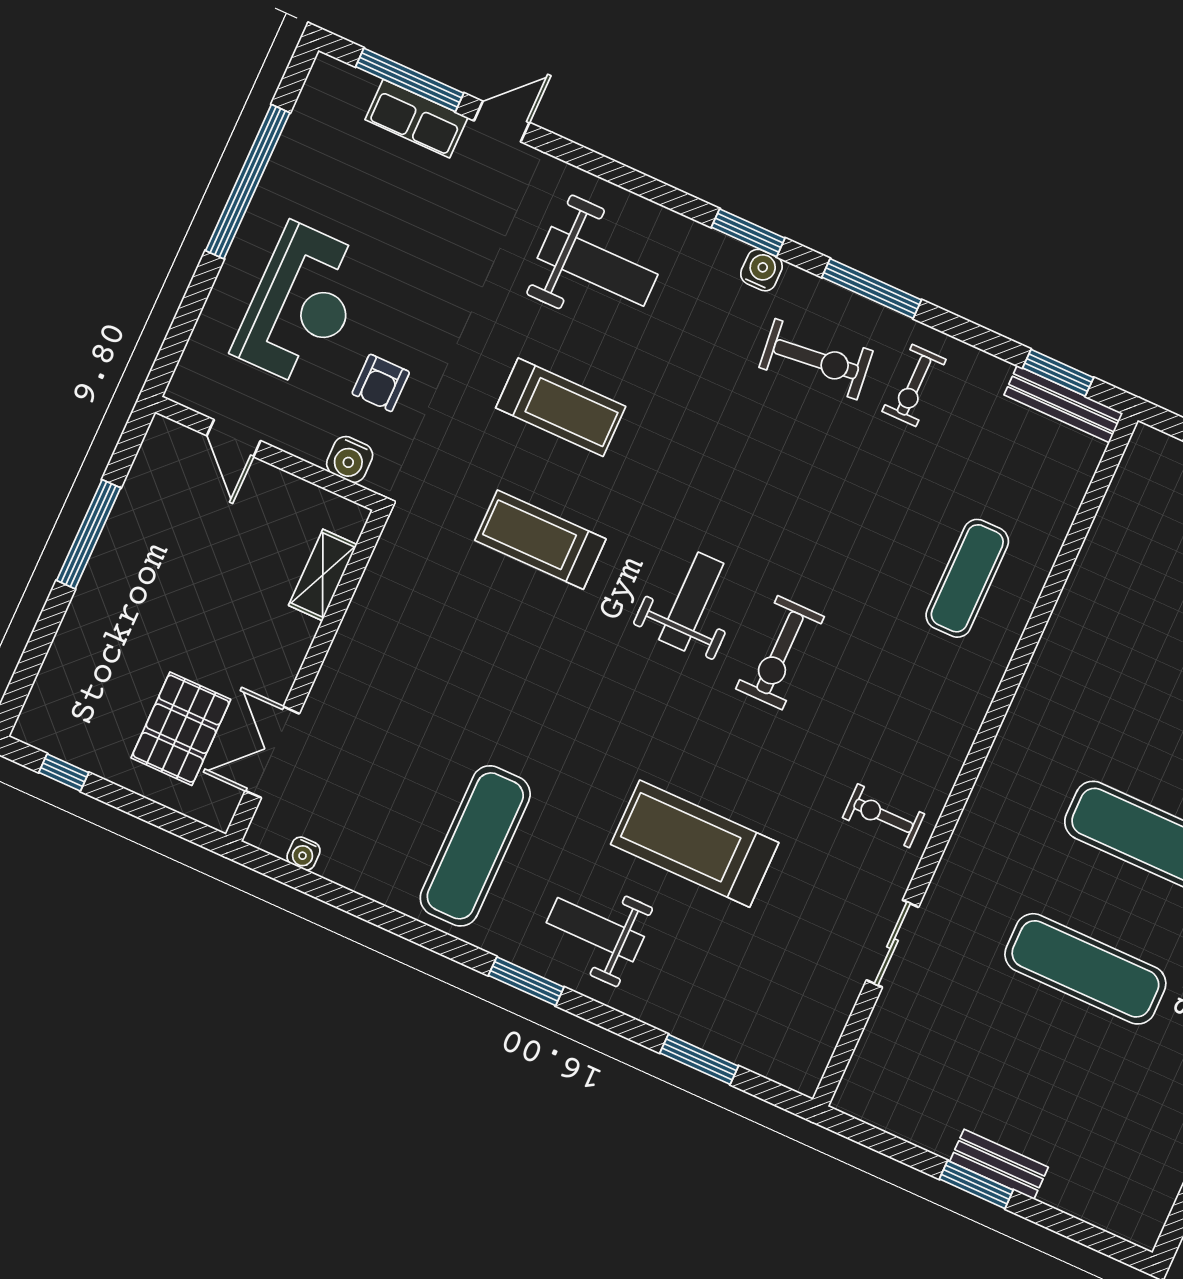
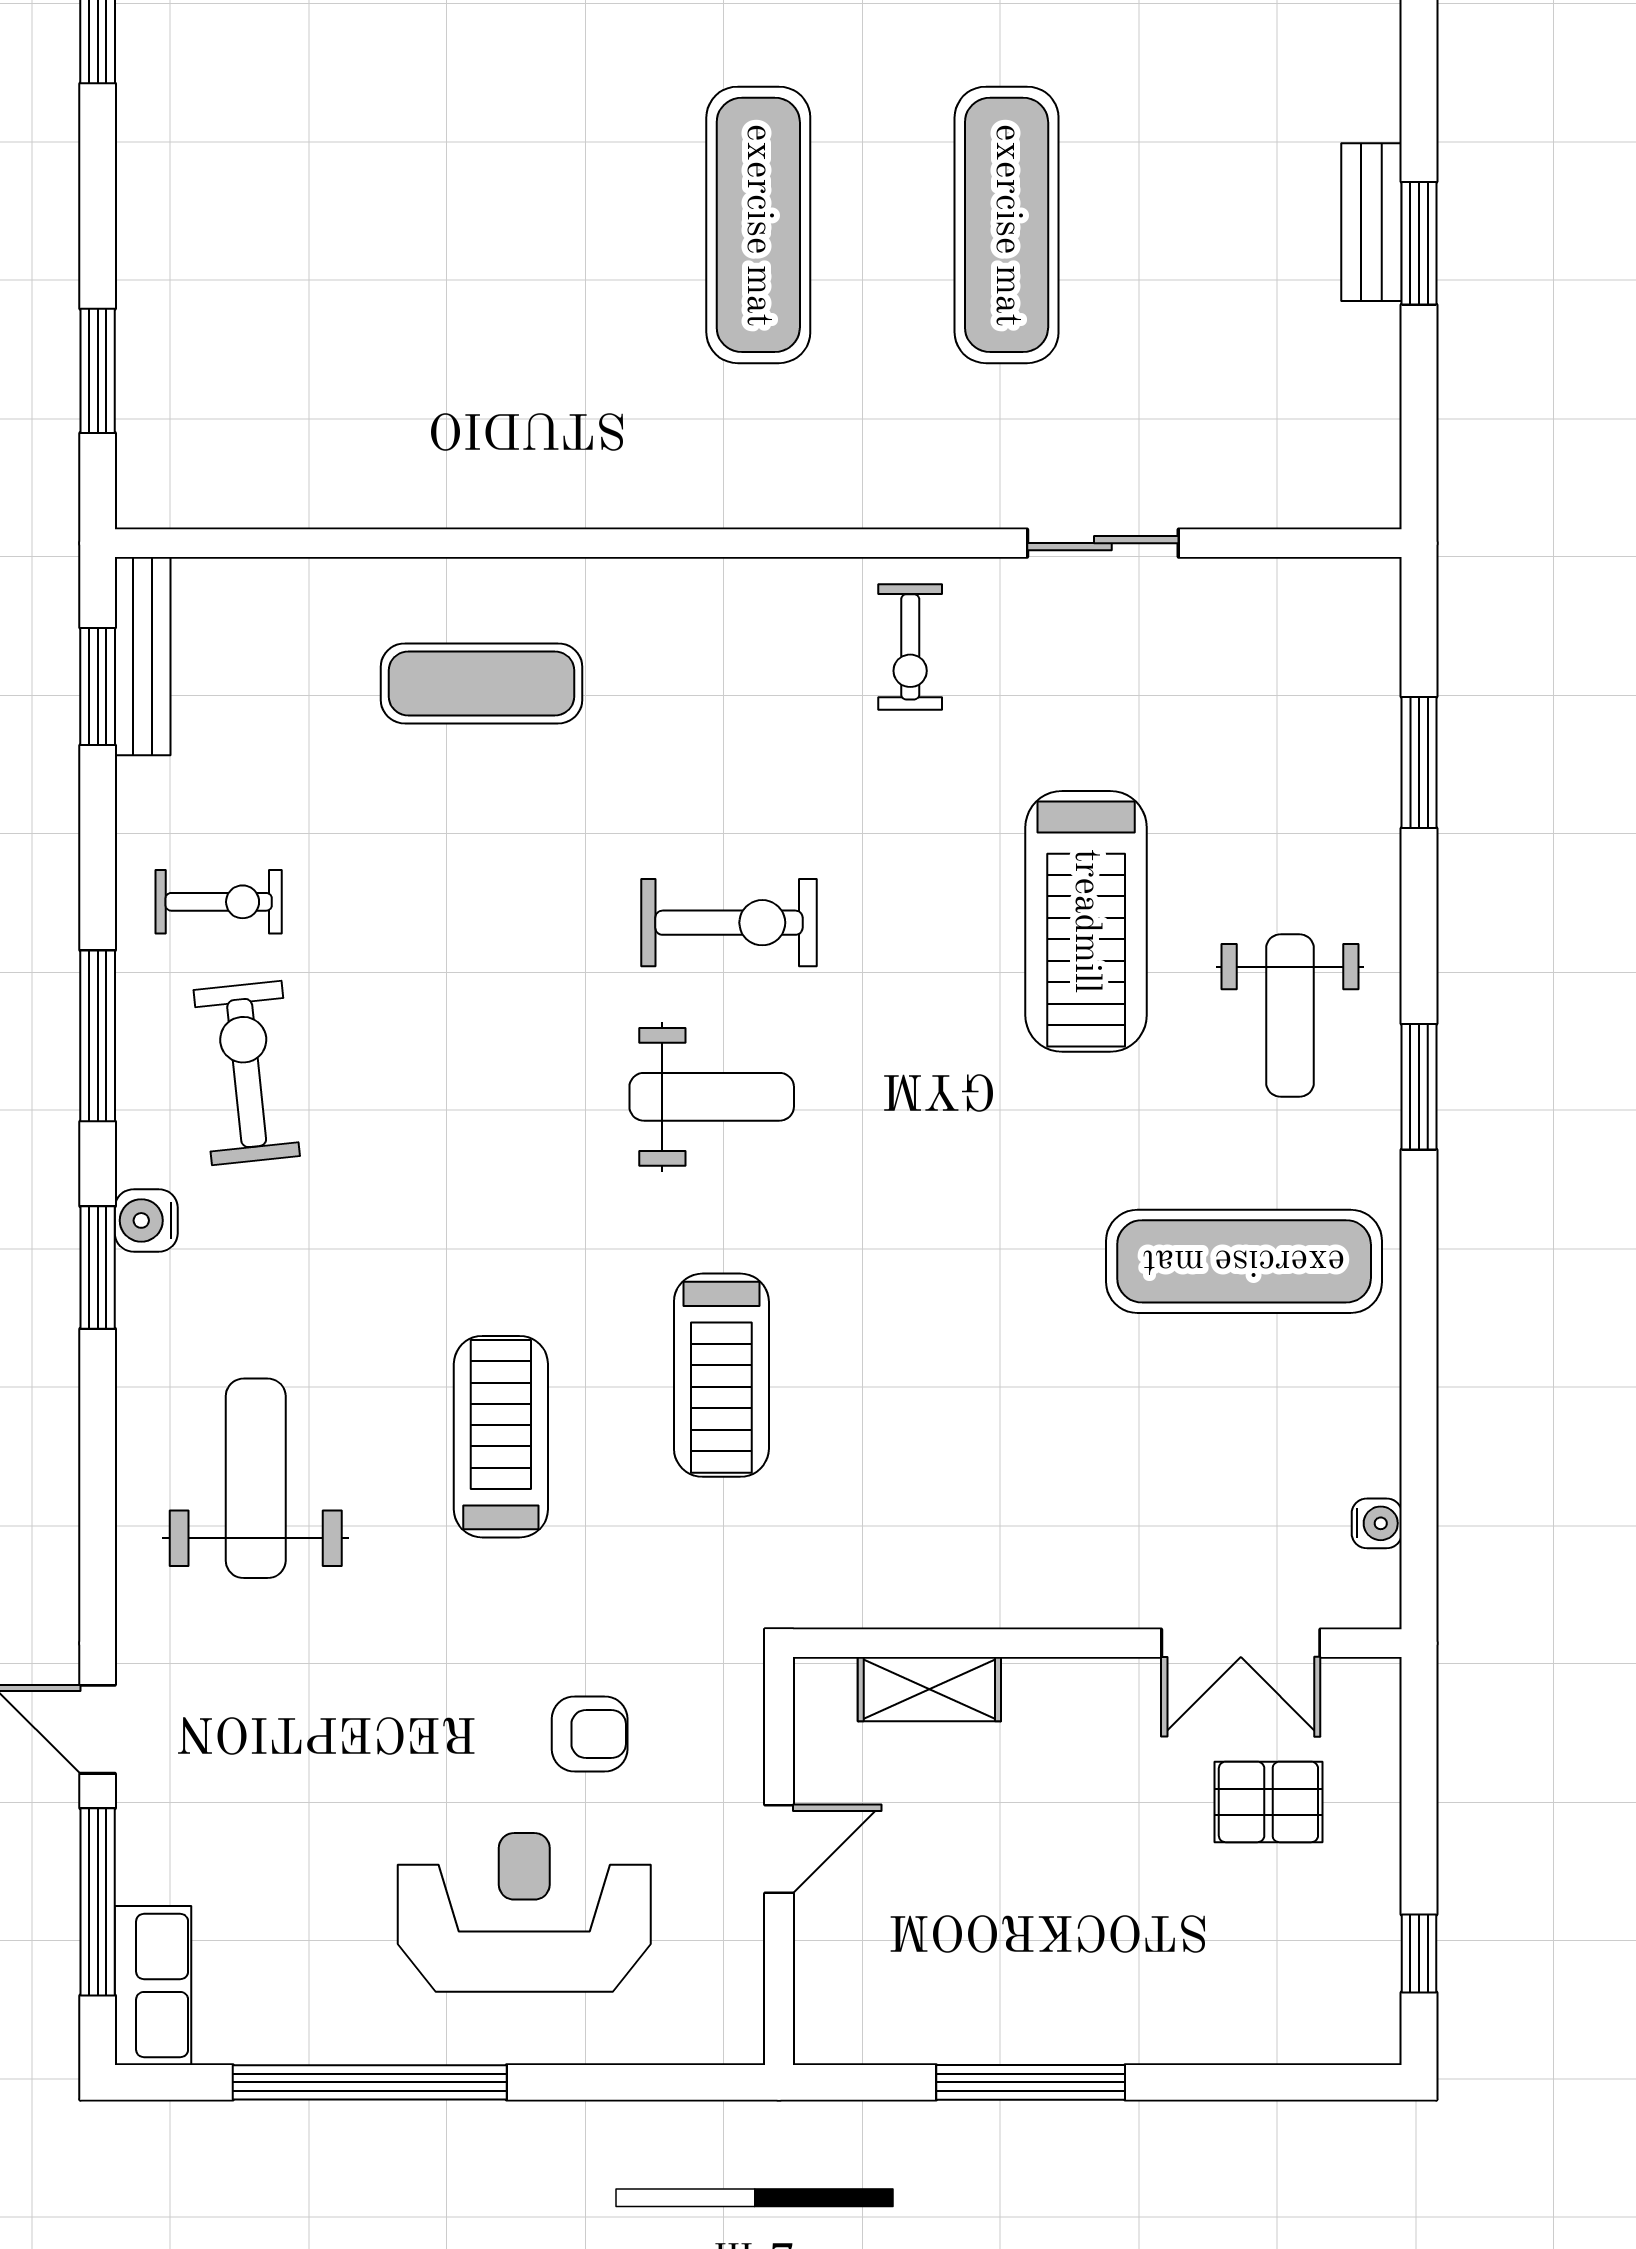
row of seats: (416, 119) -> (153, 1986), moved
door: (234, 438) -> (779, 1849), moved
water cooler: (350, 459) -> (731, 1729), removed
weight bench: (691, 602) -> (712, 1097), turned 180
pallet: (181, 729) -> (1268, 1802), width x0.67, depth x0.71

